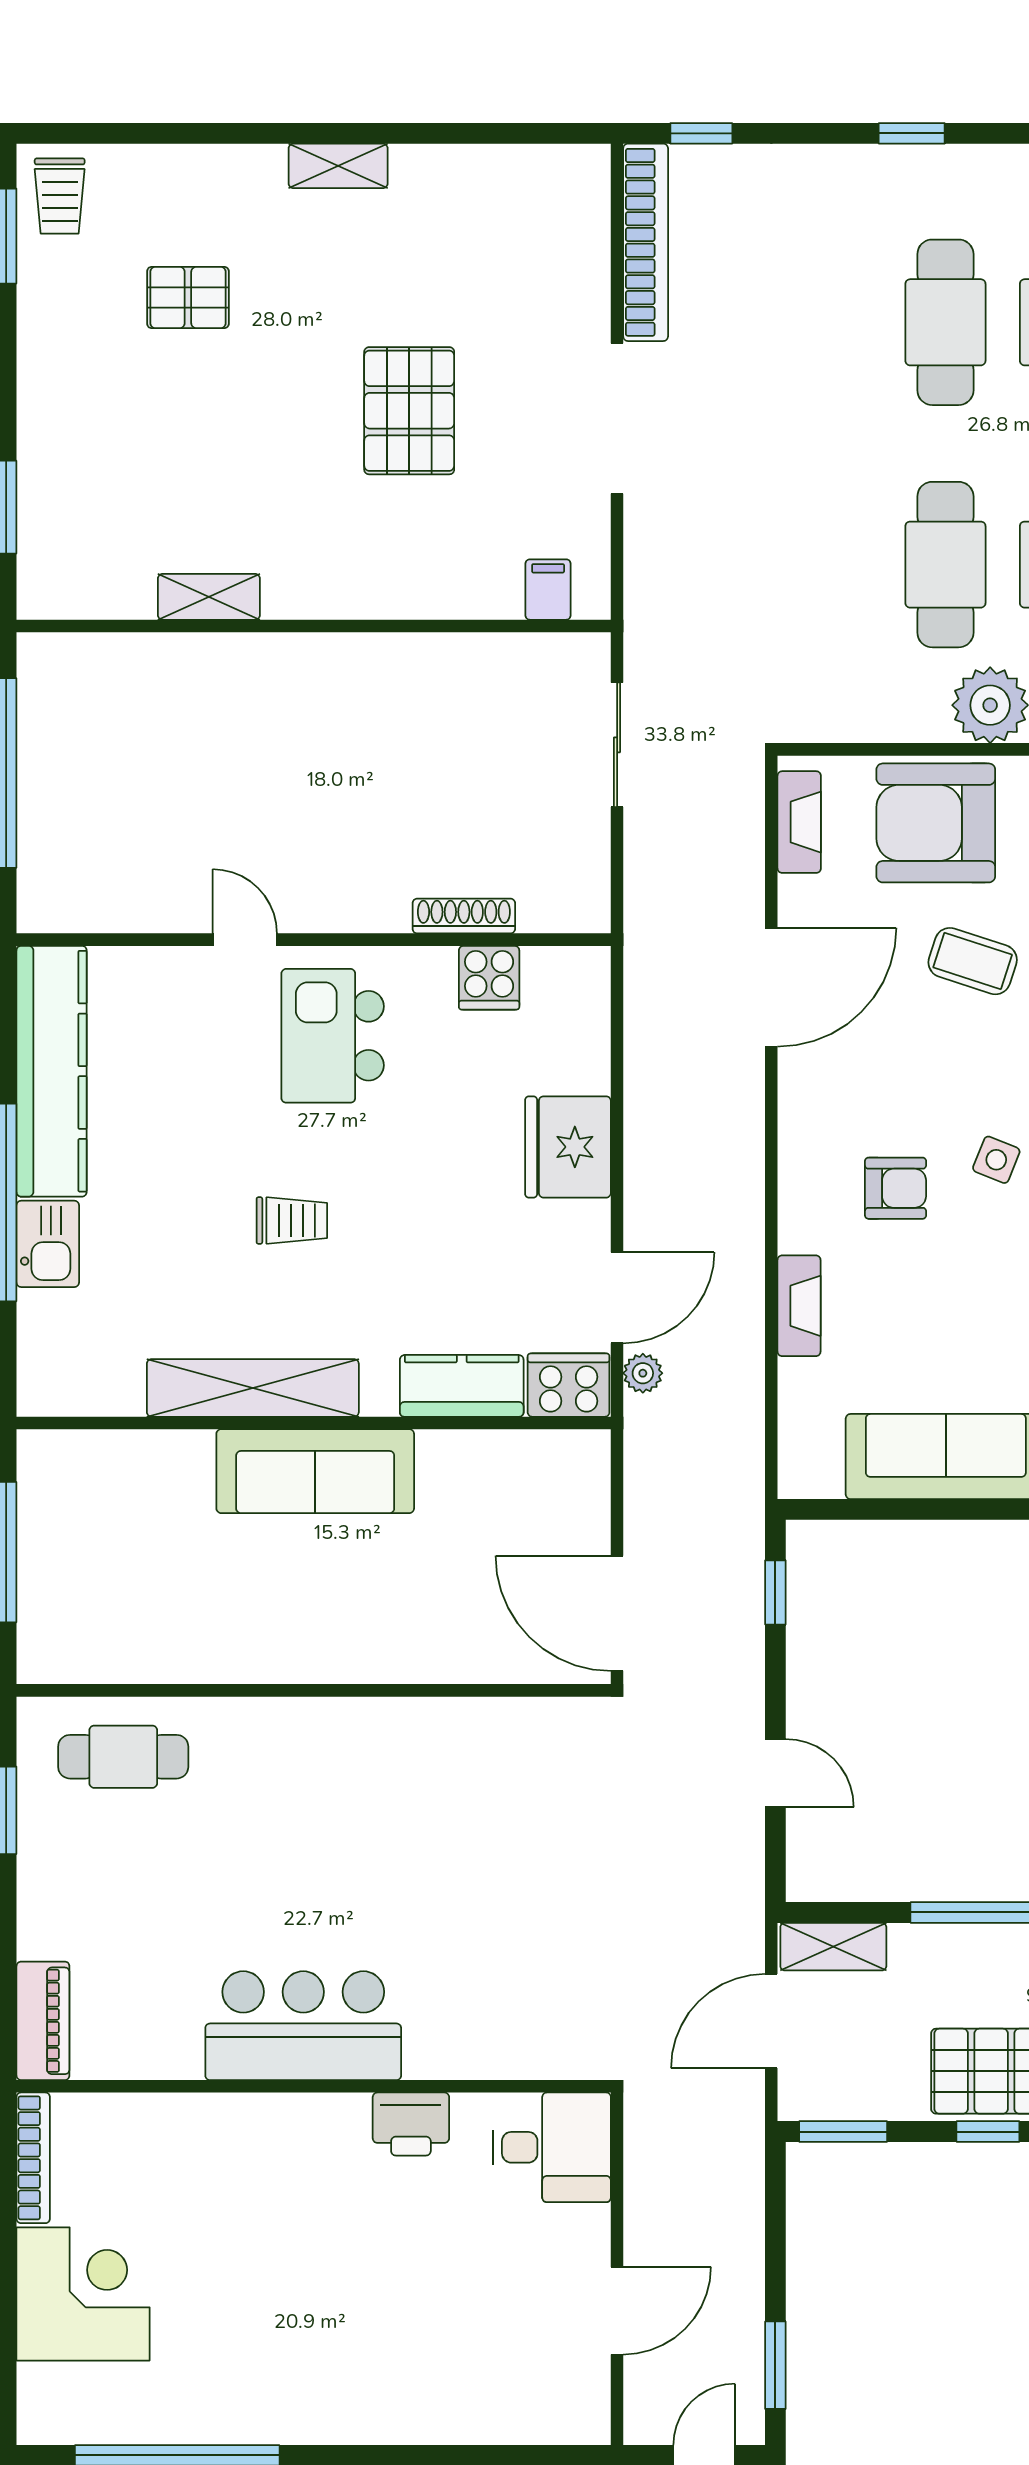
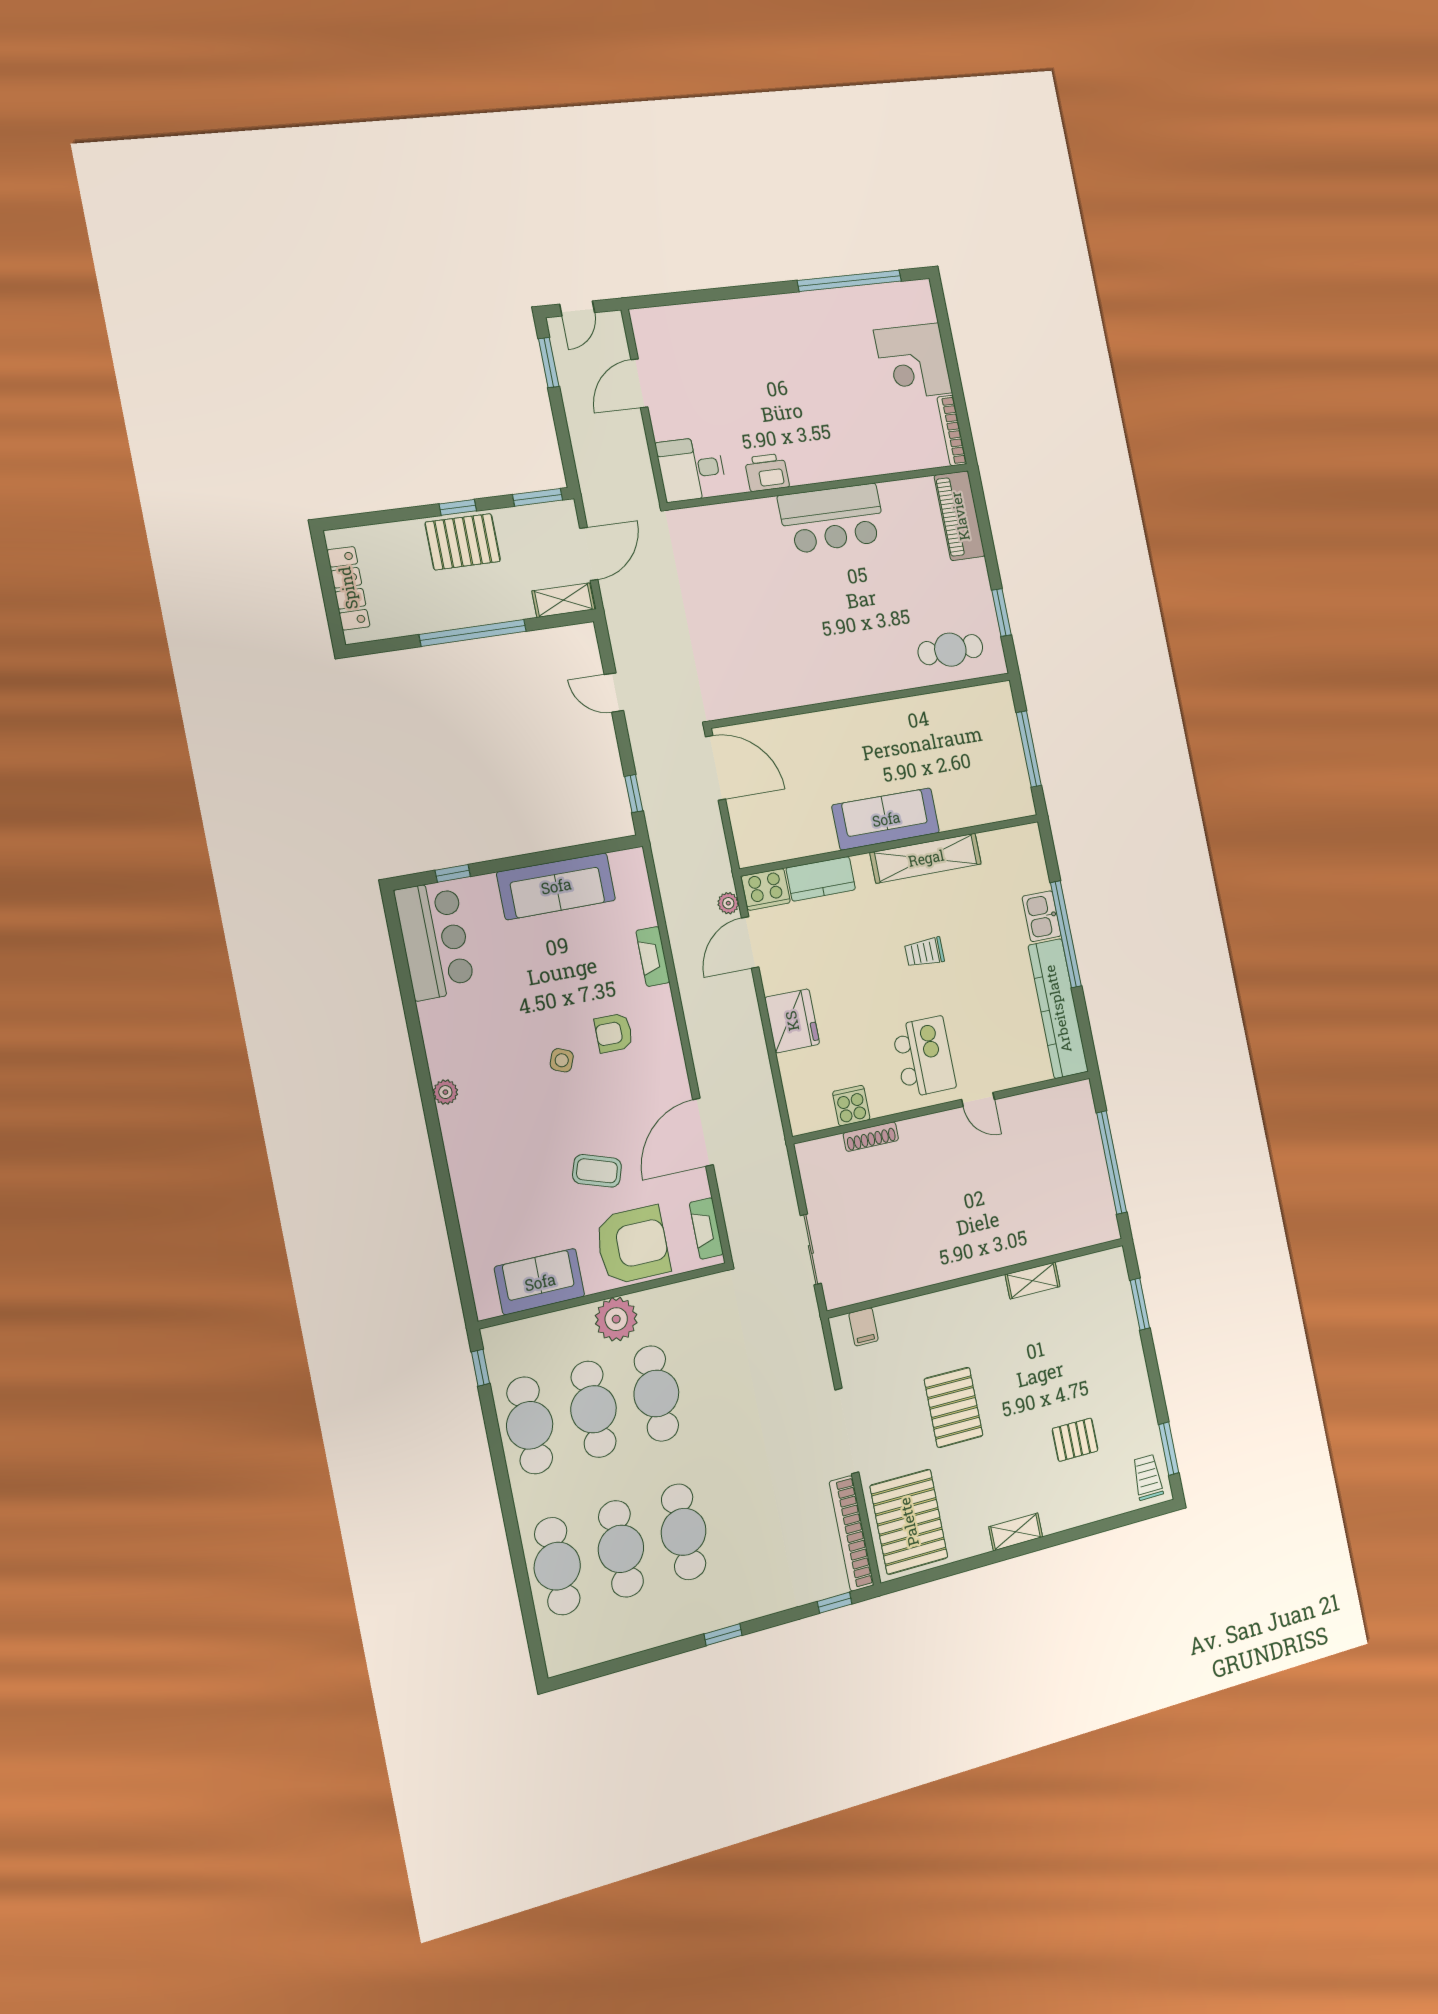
pallet: (535, 235) -> (909, 1522), added
piano: (43, 2021) -> (960, 516), width x1.37, depth x1.33

